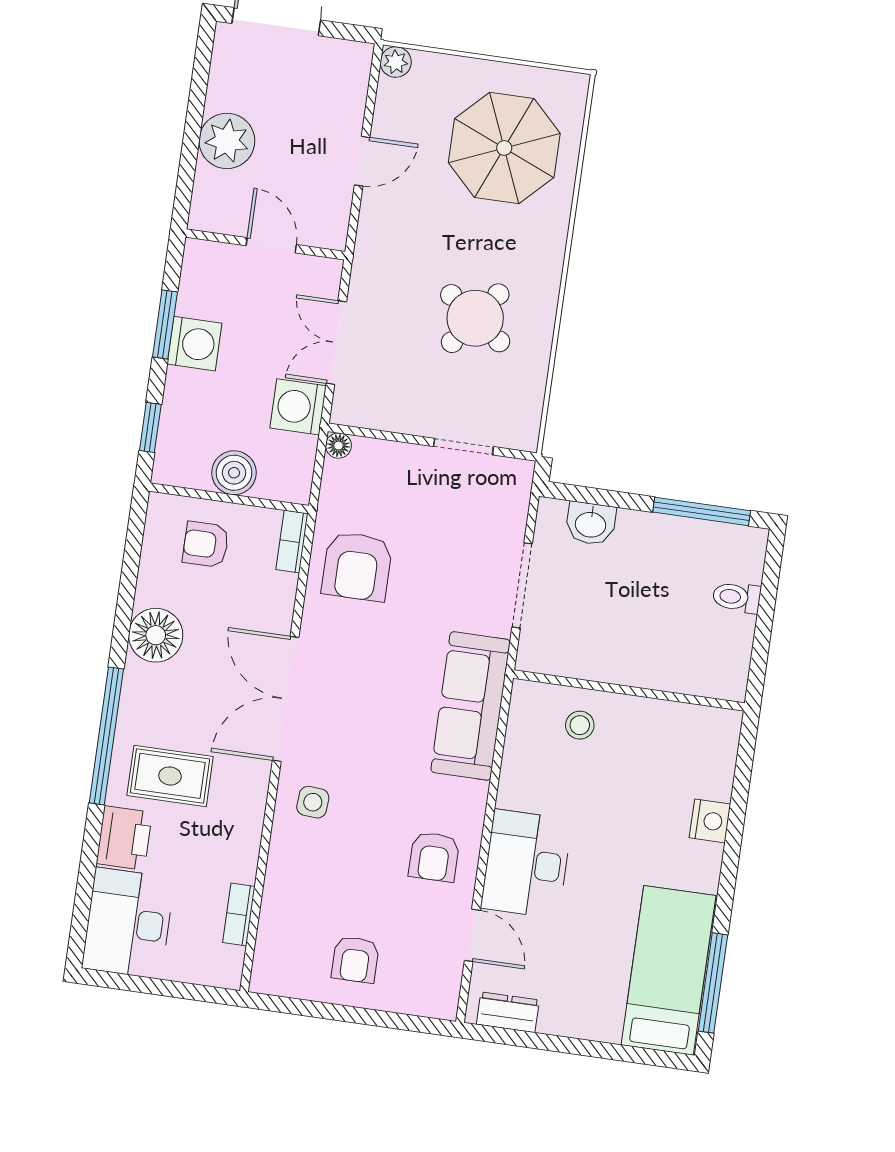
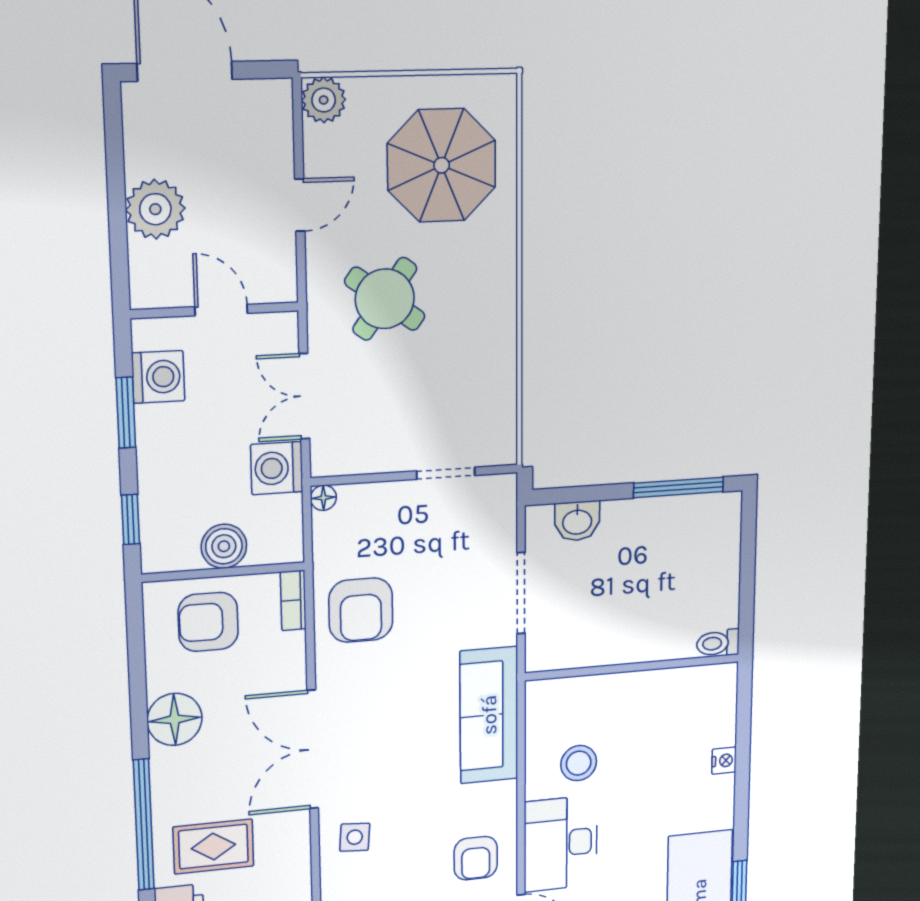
plant: (396, 62) -> (324, 100), width x1.38, depth x1.38
round table: (475, 318) -> (385, 299), moved
washing machine: (194, 344) -> (158, 377), moved
armchair: (206, 544) -> (208, 622), width x1.38, depth x1.38
toilet: (737, 597) -> (718, 643), moved
stool: (580, 725) -> (579, 763), moved, width x1.37, depth x1.37
nightstand: (710, 821) -> (724, 761), width x0.72, depth x0.74

